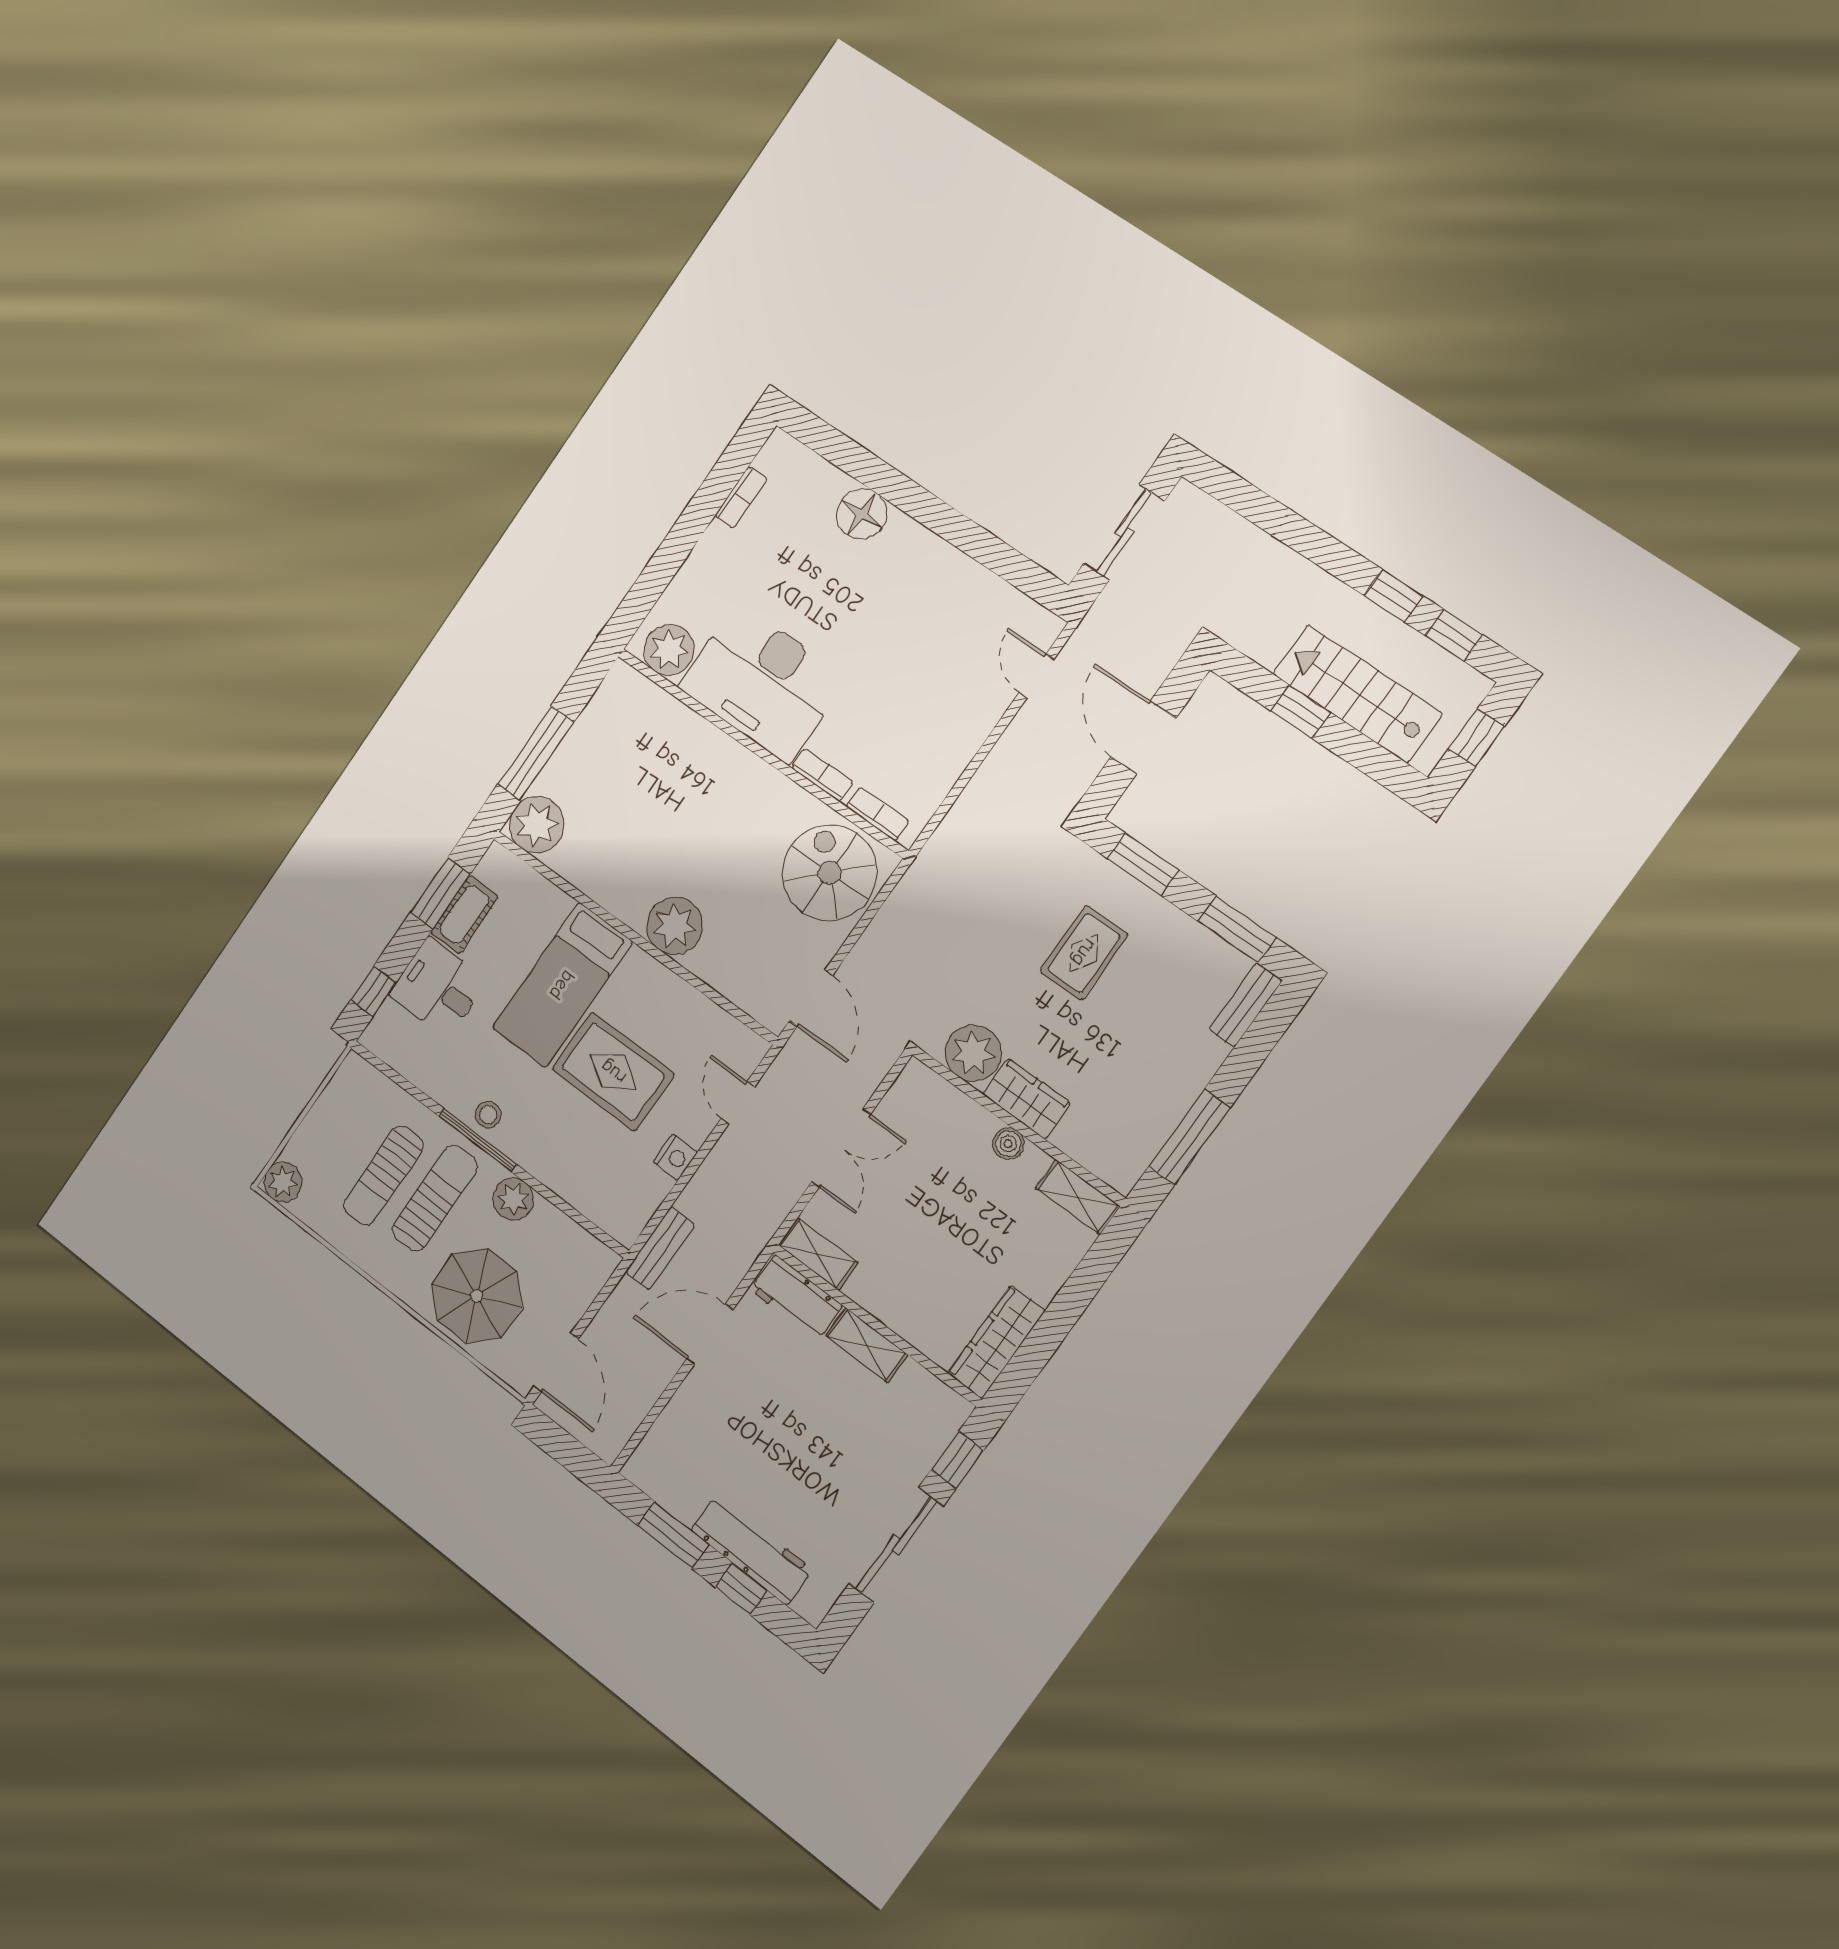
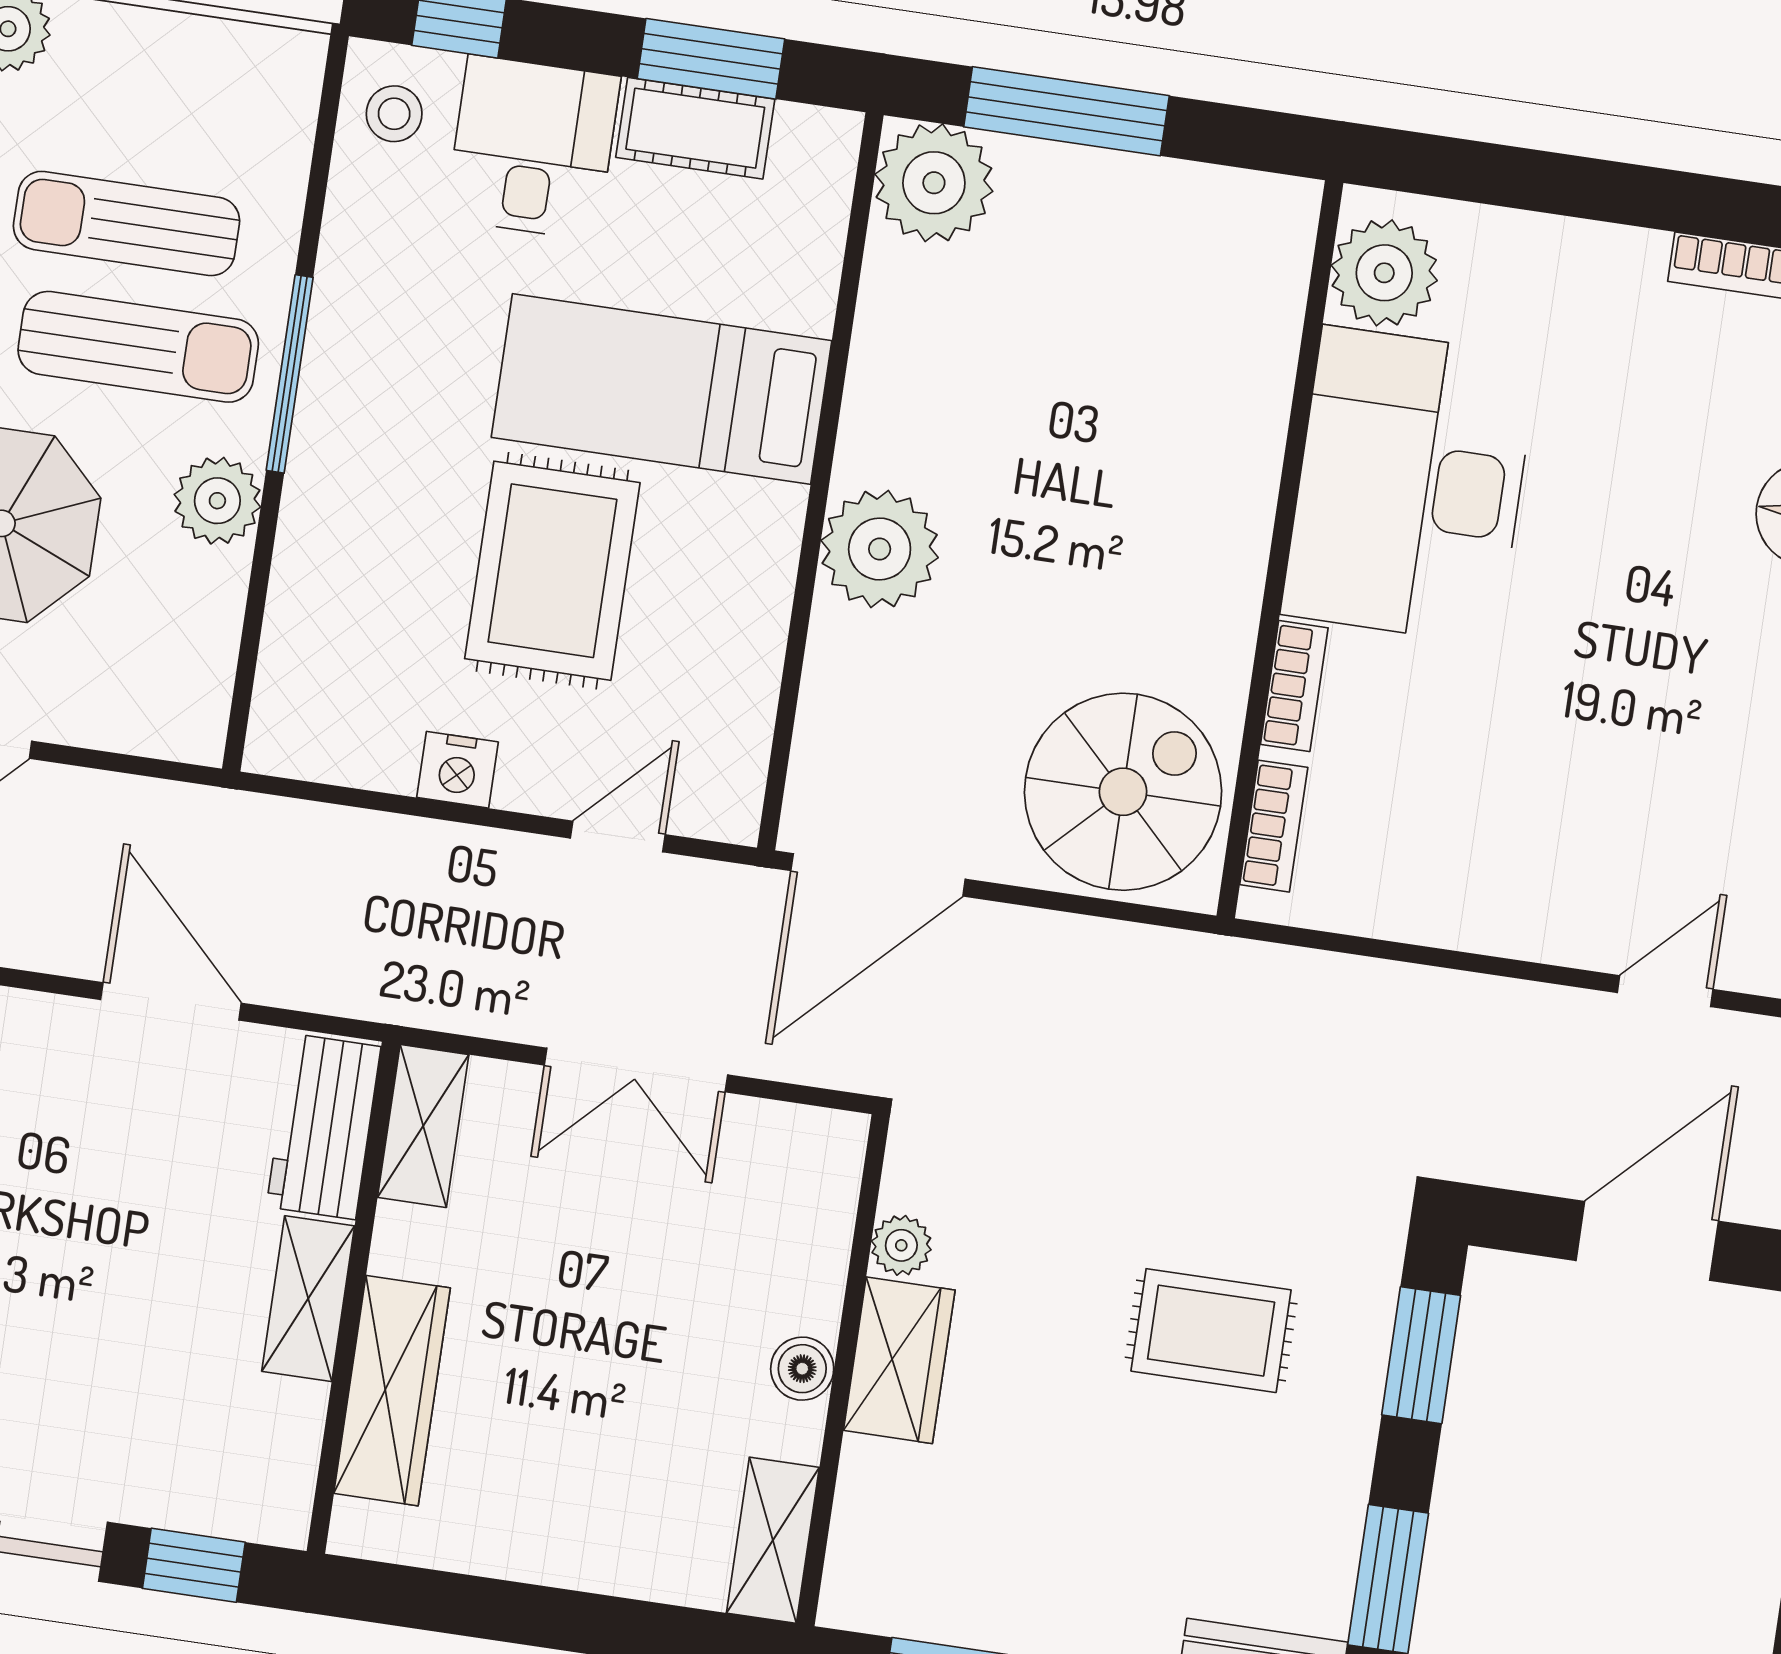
door: (811, 998) -> (878, 875), width x1.36
plant: (973, 1053) -> (901, 1245), width x0.53, depth x0.53
stool: (488, 1115) -> (394, 114), moved
bench: (660, 1248) -> (276, 828), removed
wardrobe: (997, 1342) -> (392, 1391), moved, turned 90

